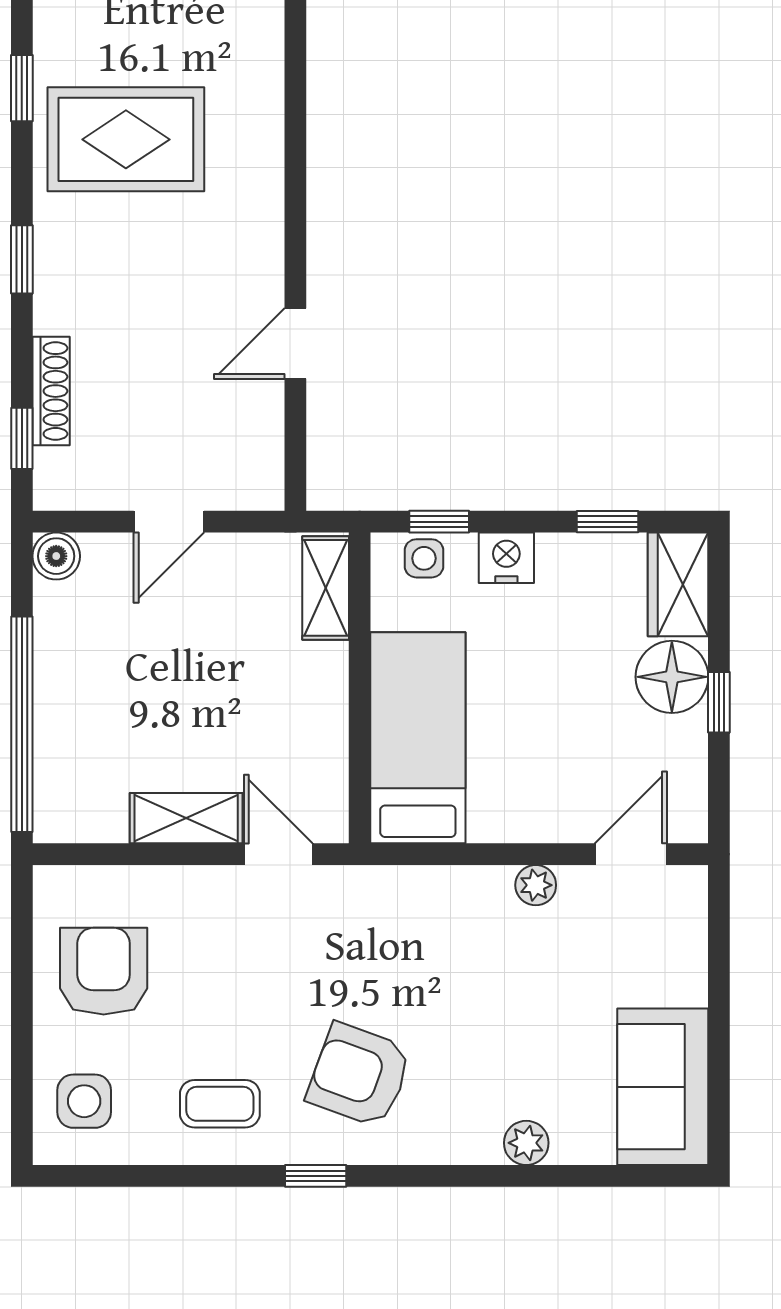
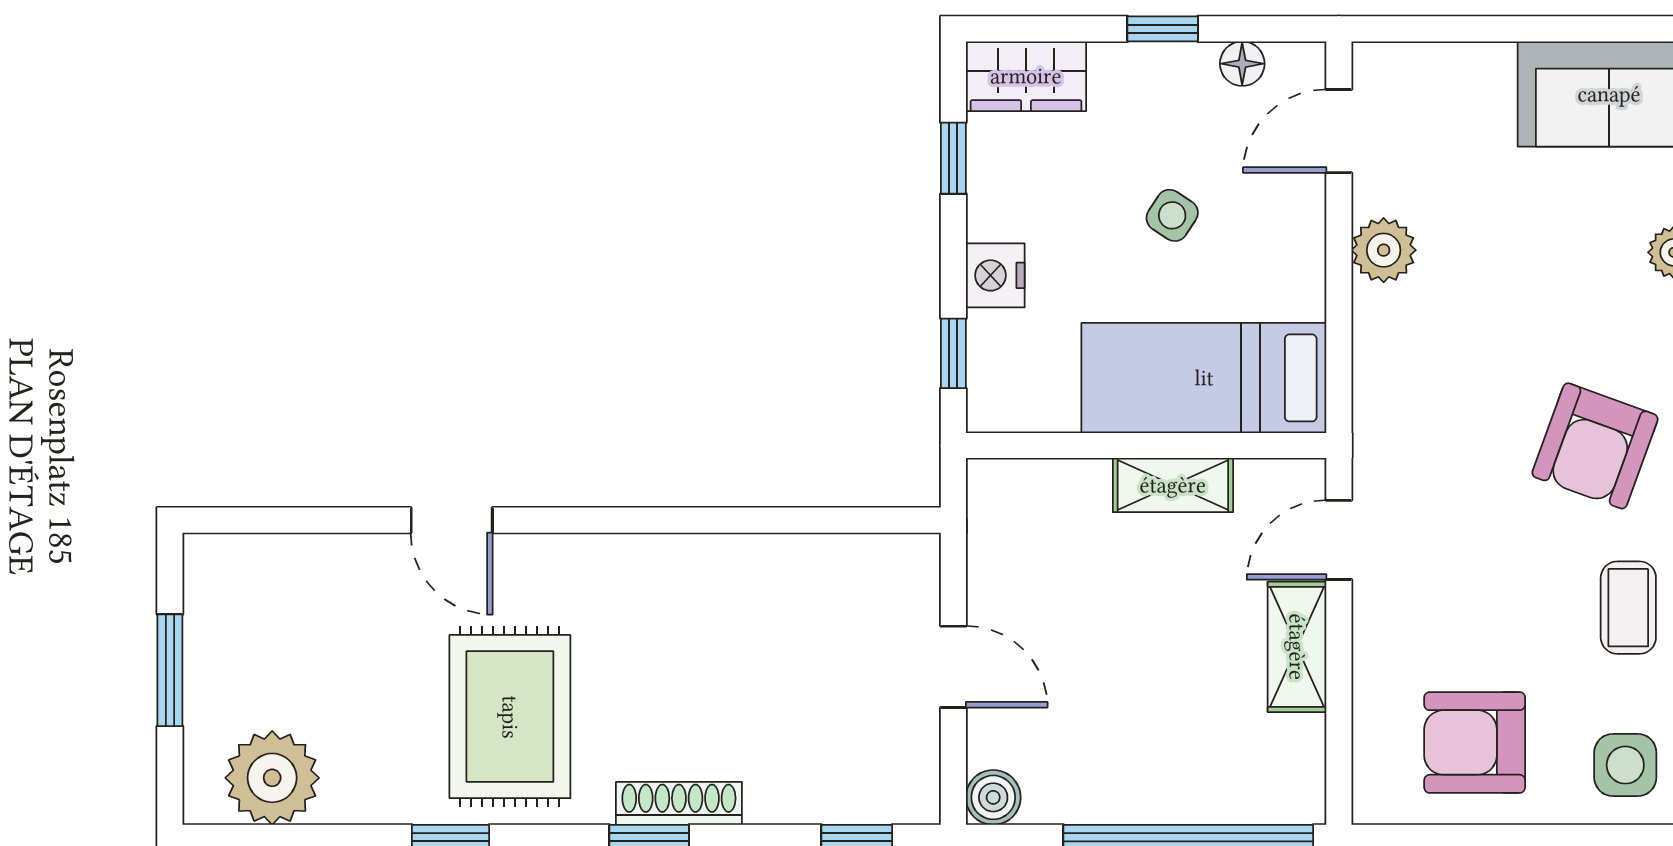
door: (295, 344) -> (452, 520), moved
shoe rack: (51, 391) -> (679, 803), moved
side table: (424, 558) -> (1172, 215), moved, turned 33
shelving: (326, 588) -> (1173, 485), moved
floor lamp: (672, 677) -> (1242, 64), moved, width x0.53, depth x0.53
door: (631, 854) -> (1339, 131), hinge flipped
plant: (536, 885) -> (1384, 250), width x1.38, depth x1.38

